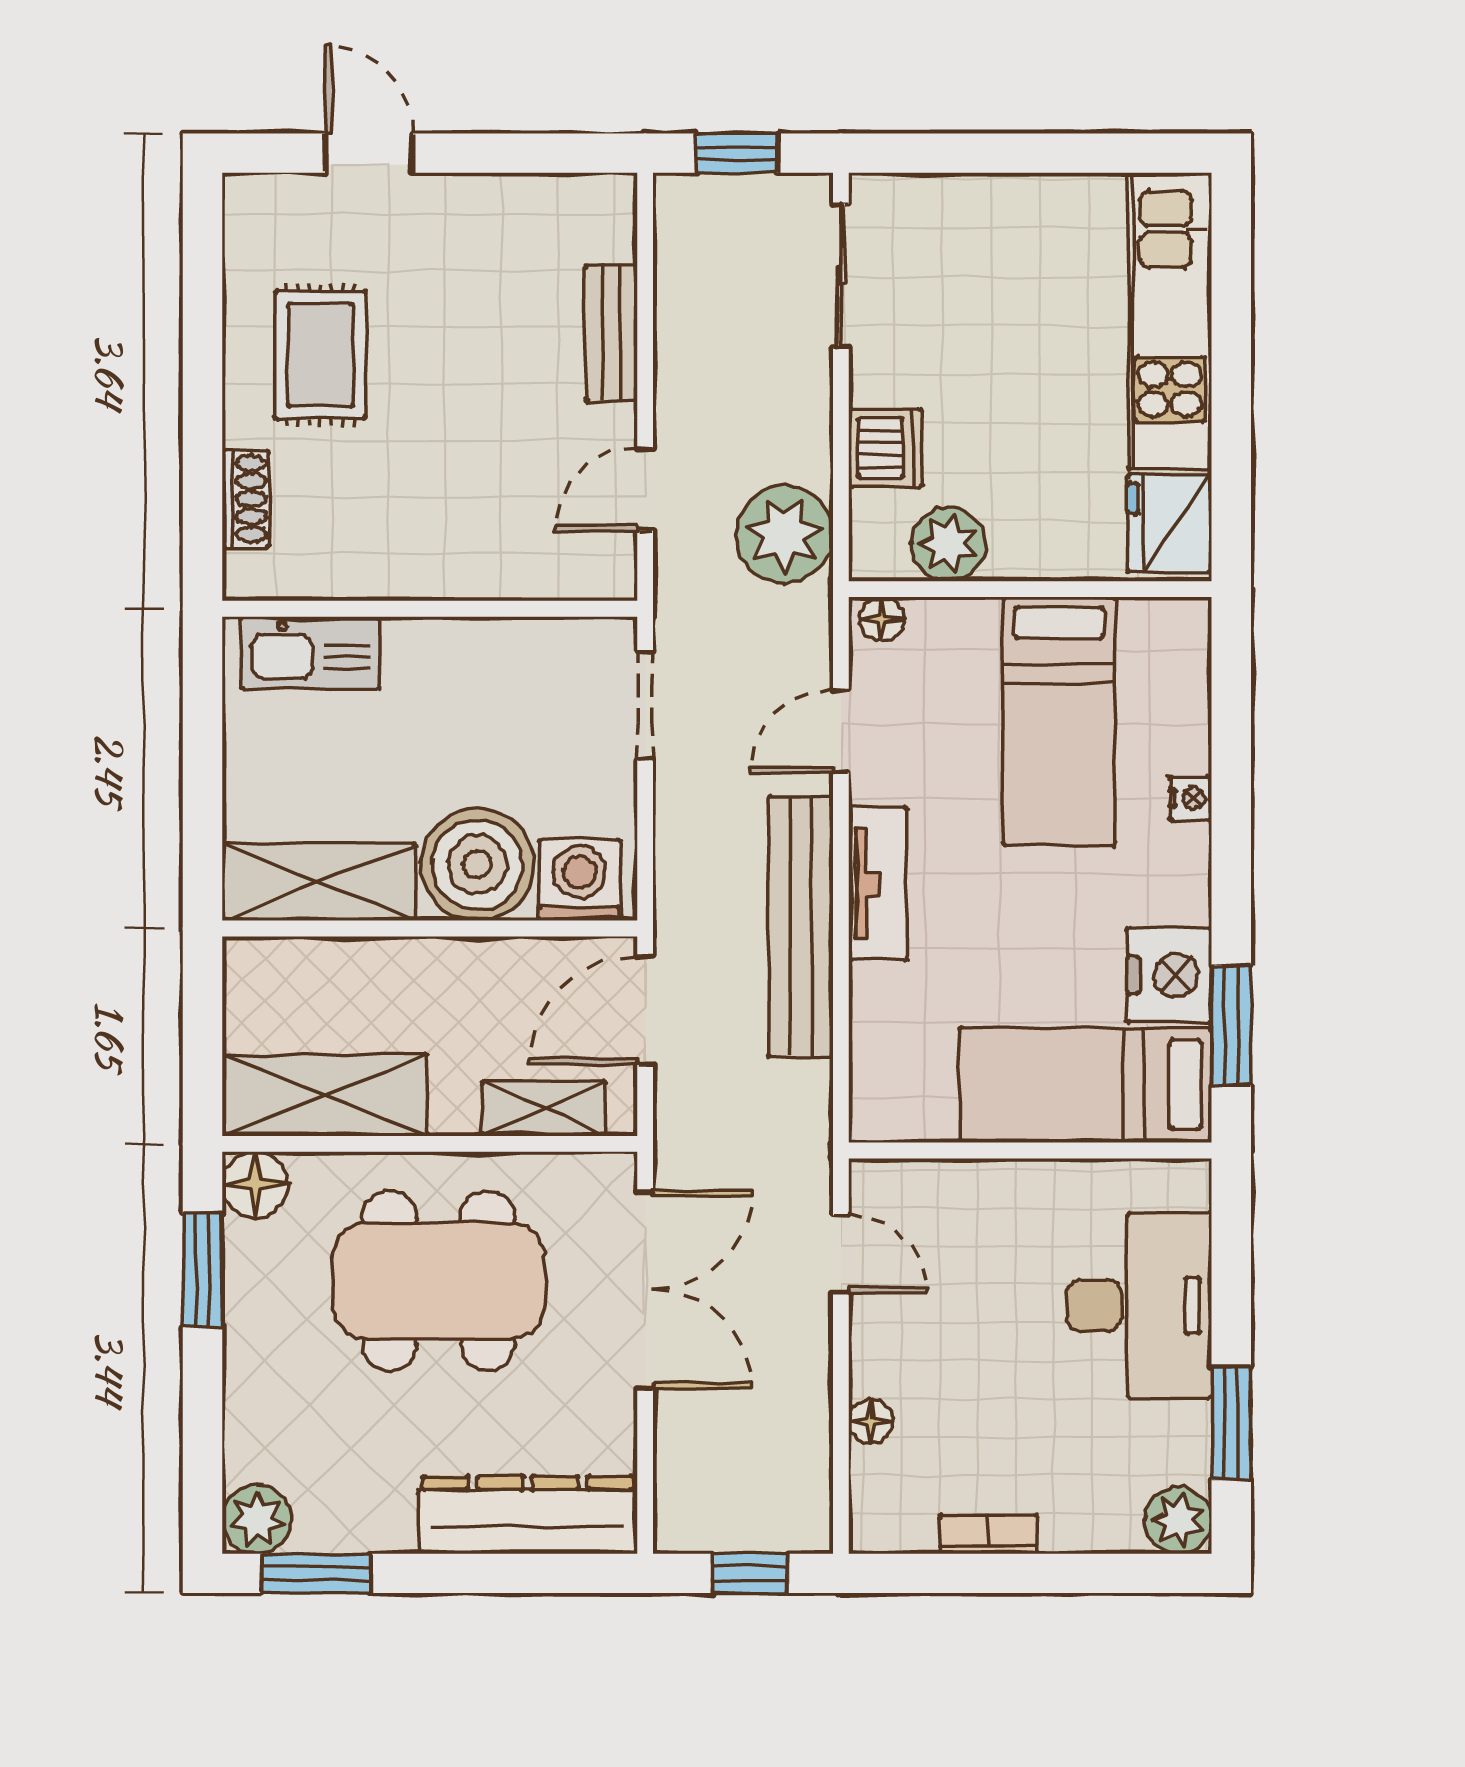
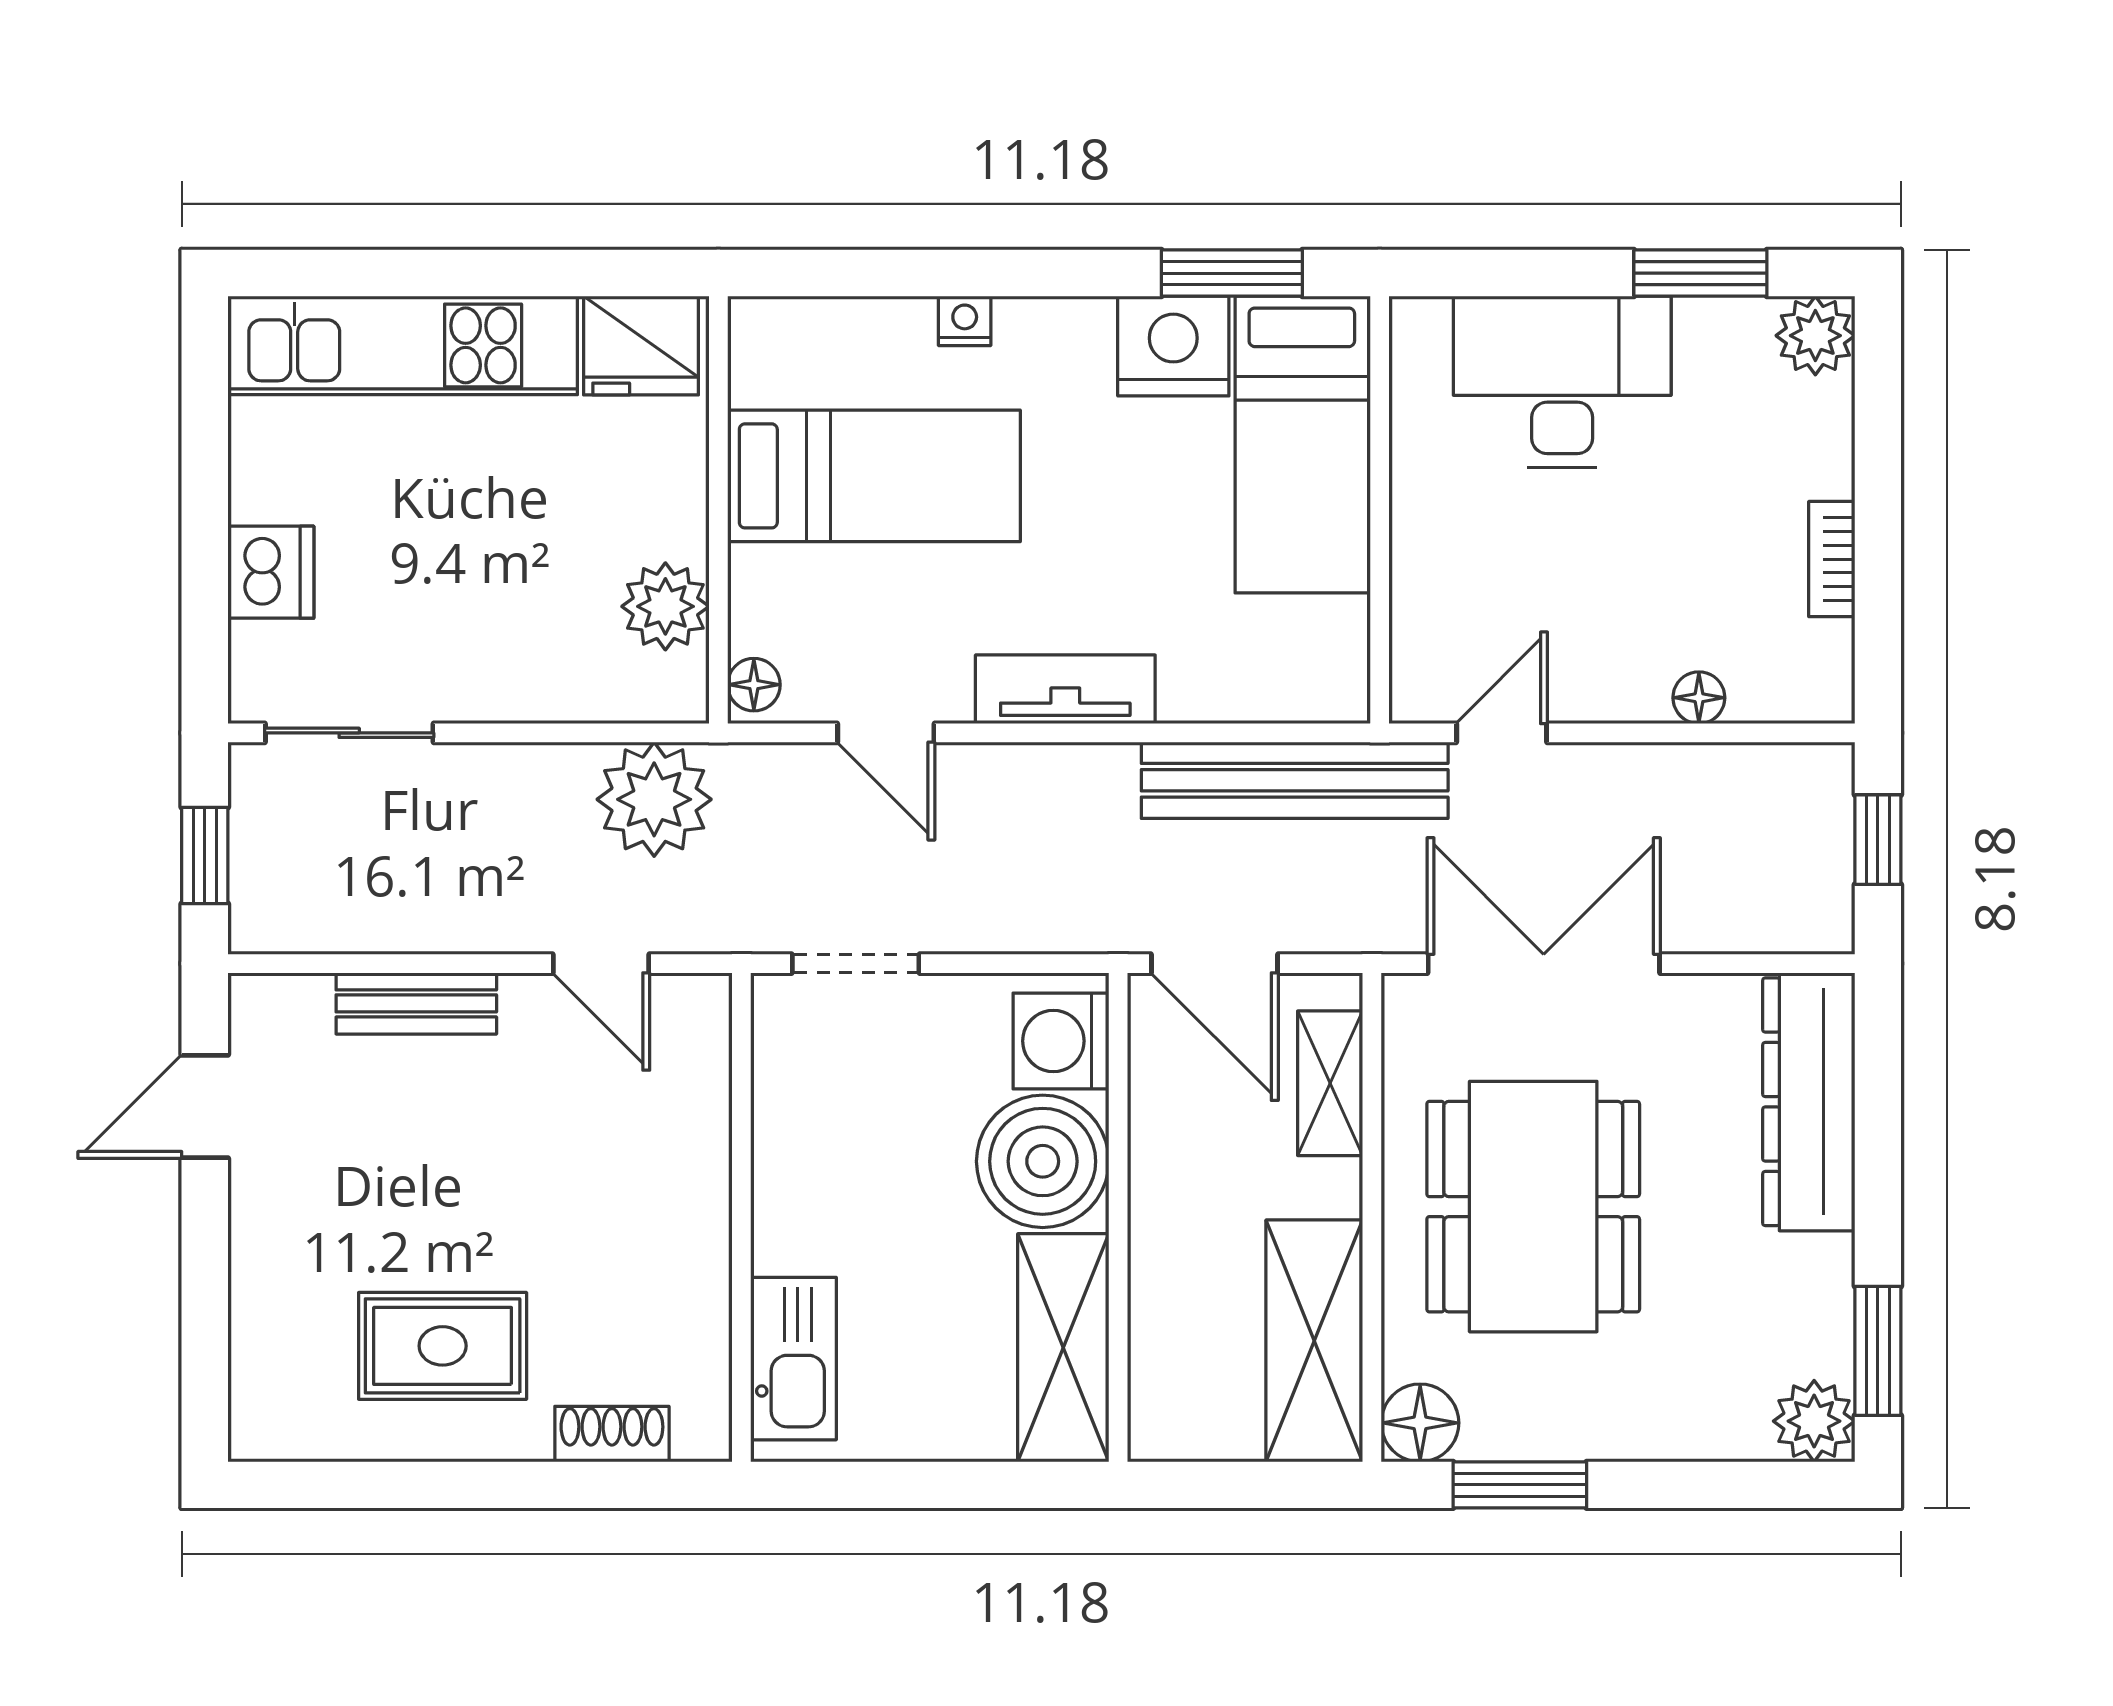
door: (369, 153) -> (205, 1107), moved
dishwasher: (885, 448) -> (271, 572), moved, turned 90
bench: (801, 927) -> (1295, 780), moved

